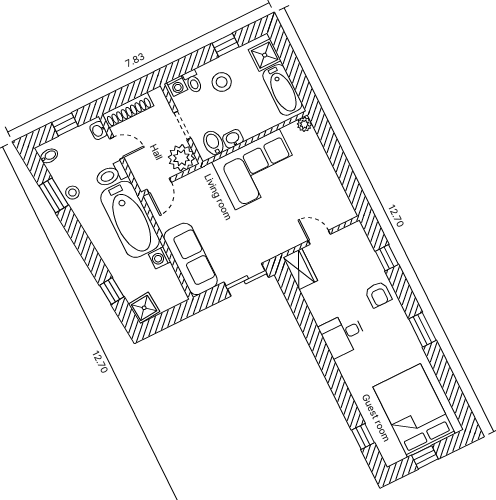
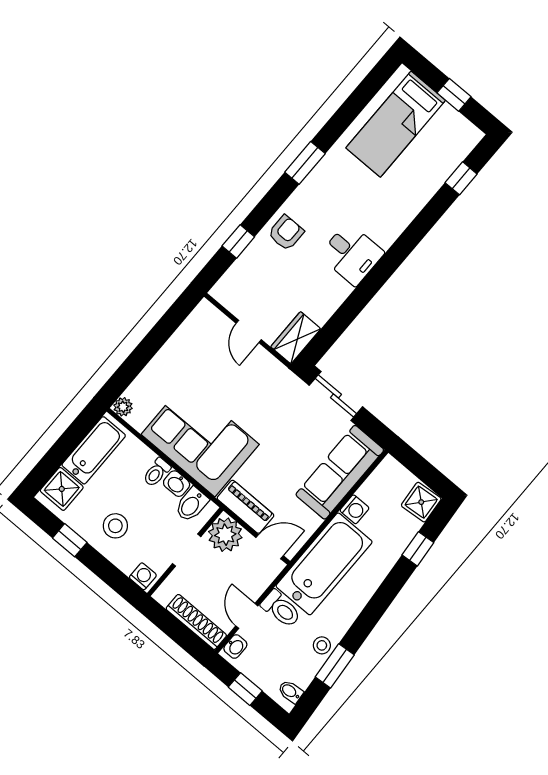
toilet: (193, 82) -> (157, 472), moved, turned 180
piano: (195, 181) -> (245, 507), added
bed: (414, 410) -> (396, 124), width x0.67

